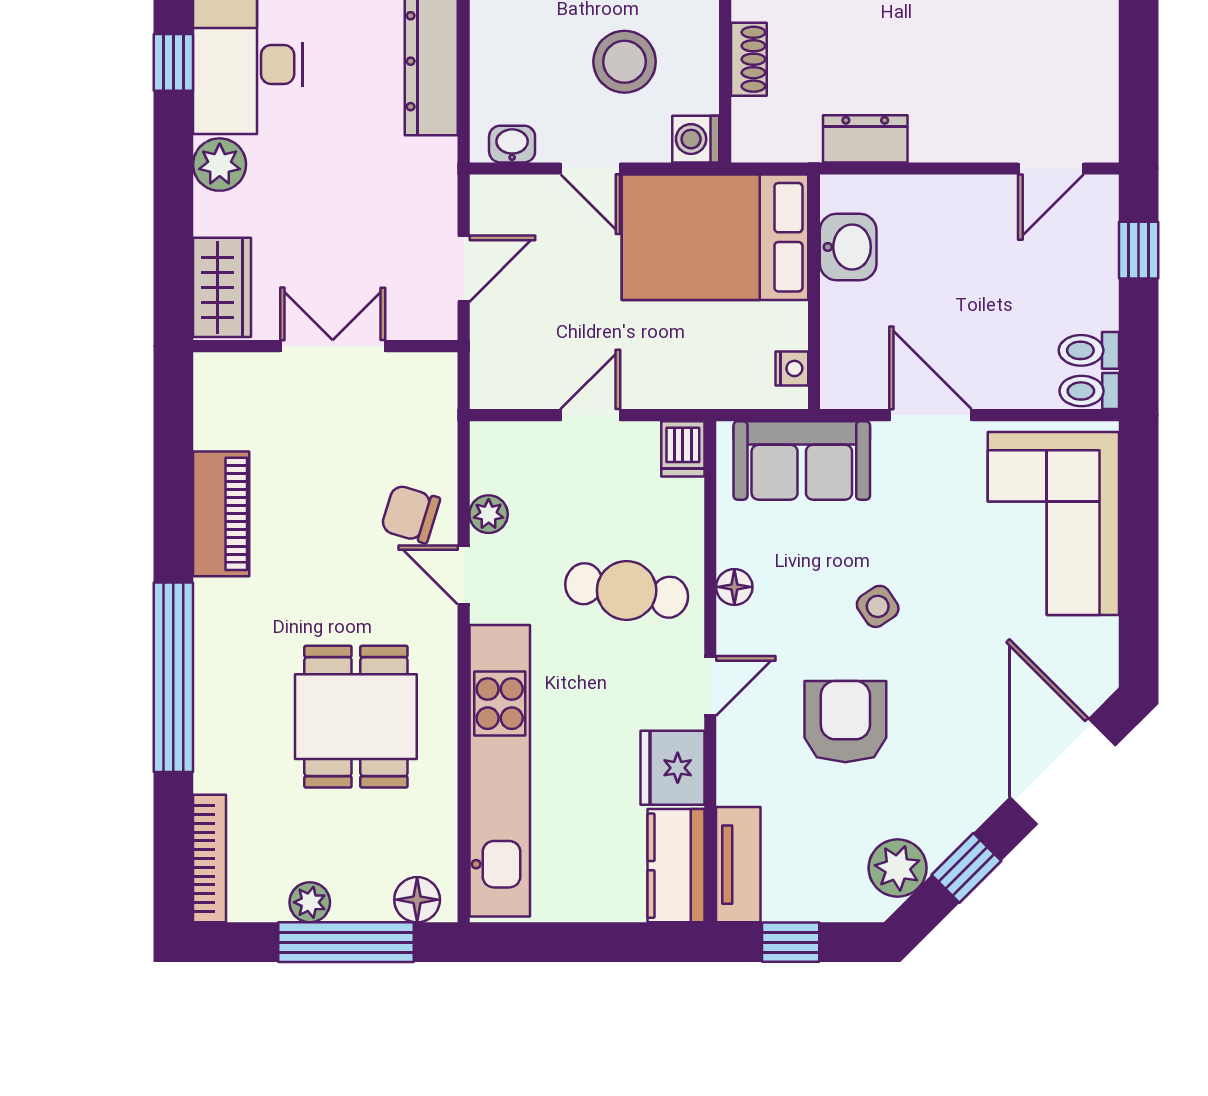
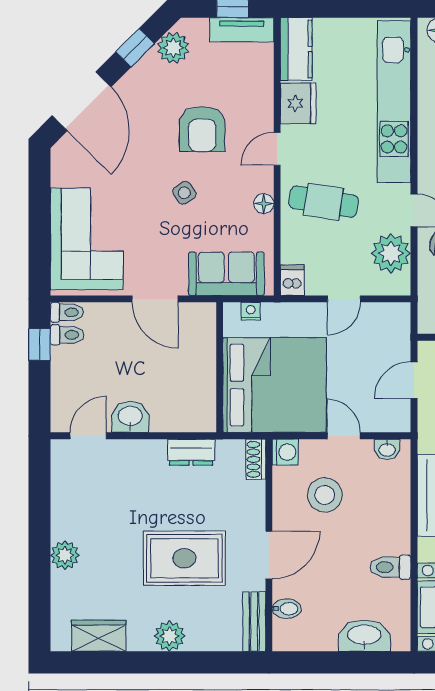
shoe rack: (749, 59) -> (256, 459), moved
bed: (715, 237) -> (275, 385), width x1.36
washbasin: (848, 247) -> (130, 417), moved, turned 90
window: (1139, 250) -> (40, 345), moved
nightstand: (792, 368) -> (251, 311), moved, turned 90
plant: (489, 514) -> (391, 253), width x1.88, depth x1.88
tv unit: (738, 865) -> (242, 30), moved, turned -90

